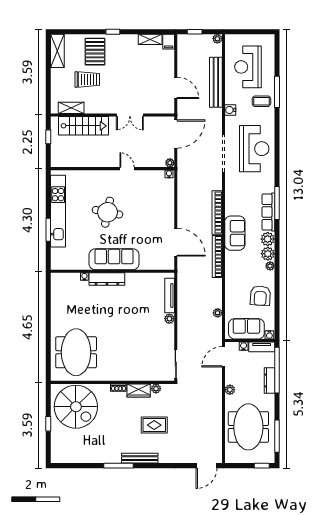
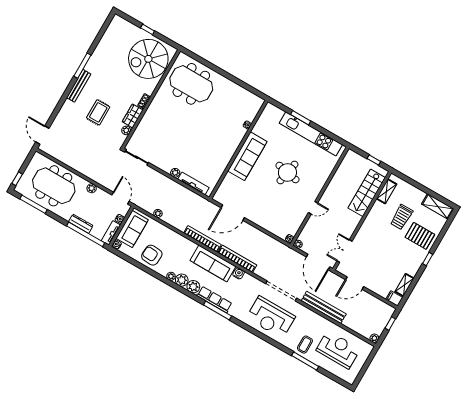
bench: (216, 82) -> (324, 307), moved
water cooler: (230, 110) -> (239, 273), moved
double door: (130, 115) -> (345, 251), moved
sofa: (235, 233) -> (213, 264), width x1.36
dresser: (107, 279) -> (235, 142), removed

